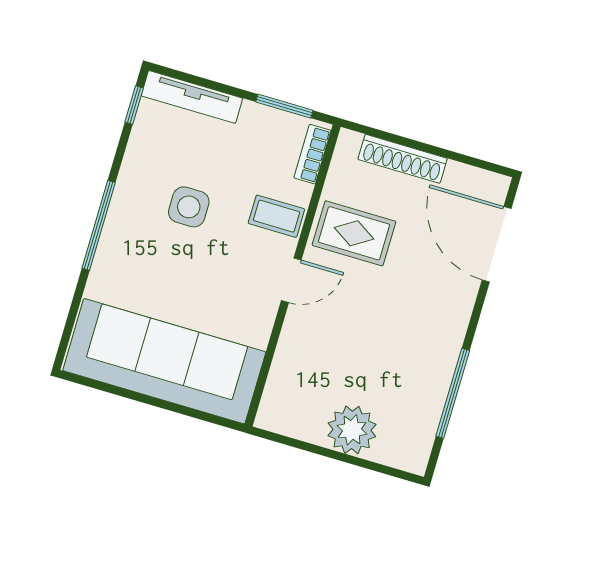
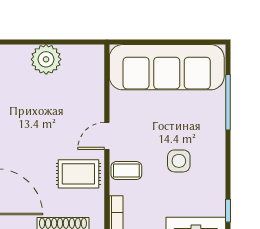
window: (99, 225) -> (228, 102), moved

